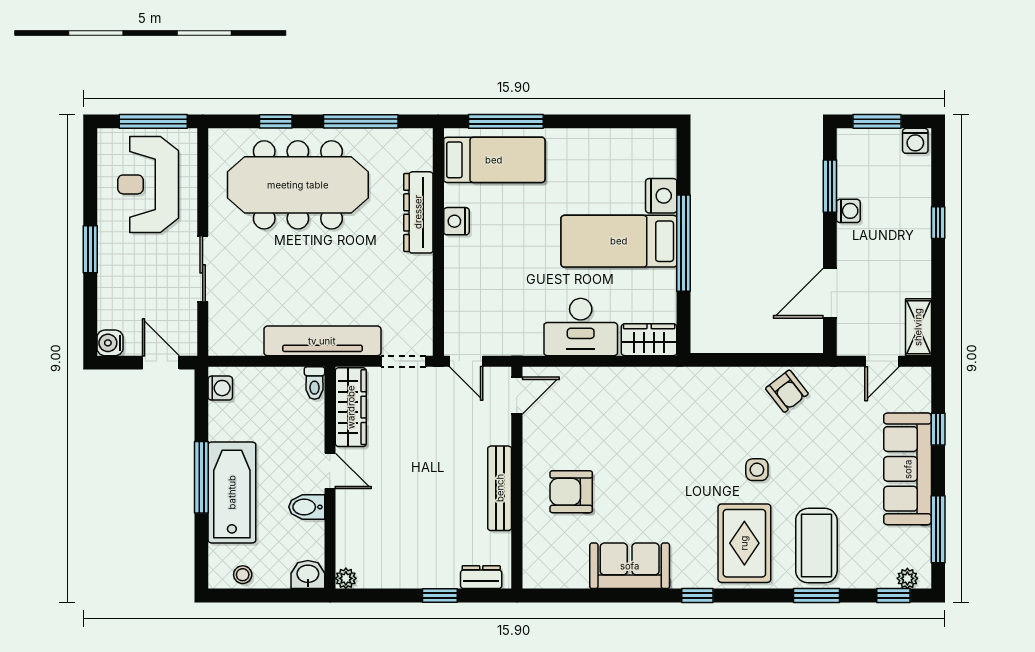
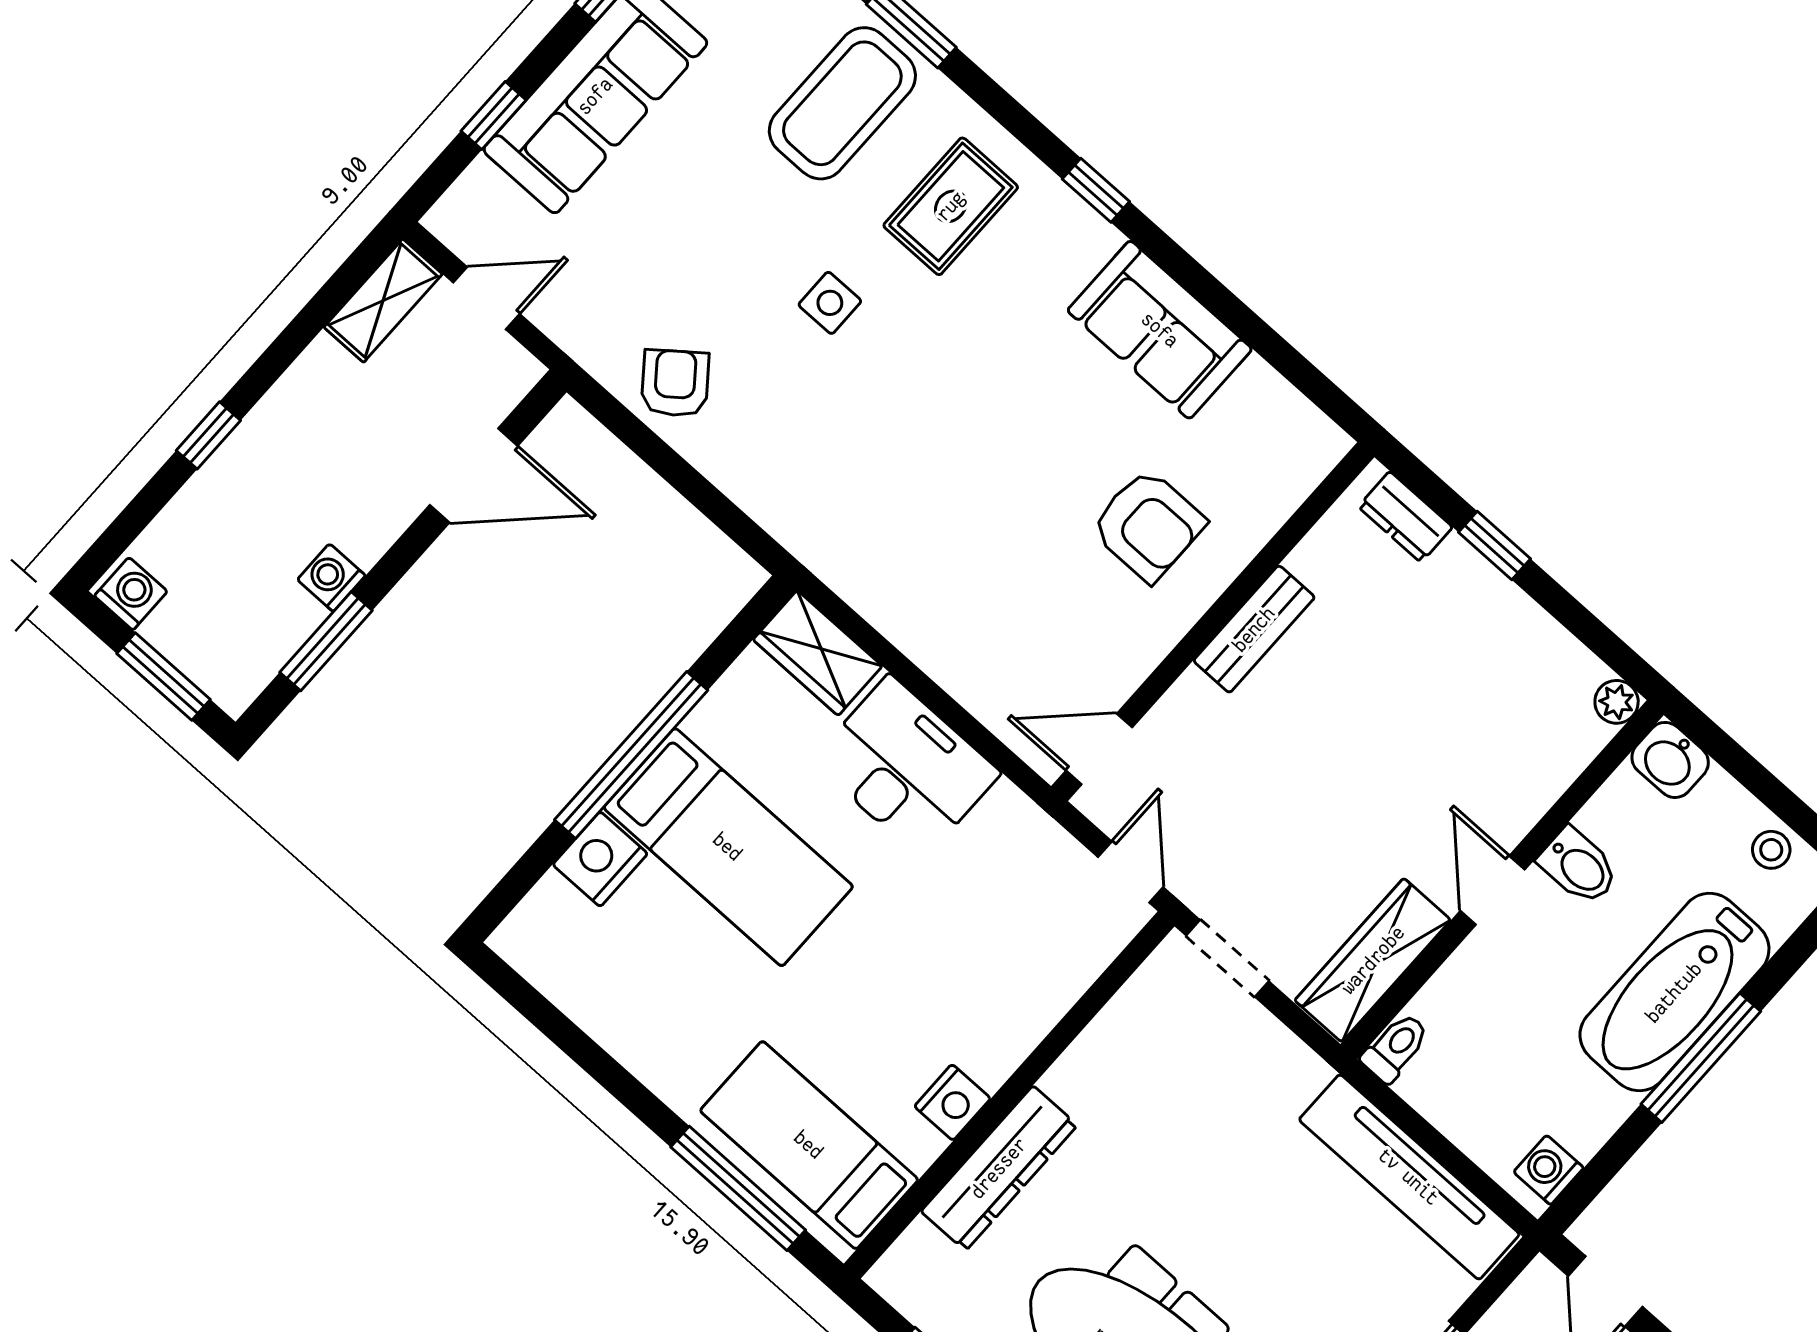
tv unit: (322, 341) -> (1409, 1177), moved
bench: (500, 488) -> (1254, 629), width x0.73
rug: (744, 543) -> (951, 206), width x0.73, depth x0.70

